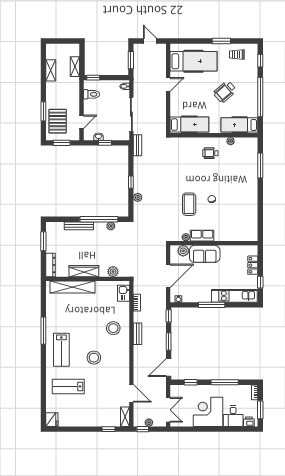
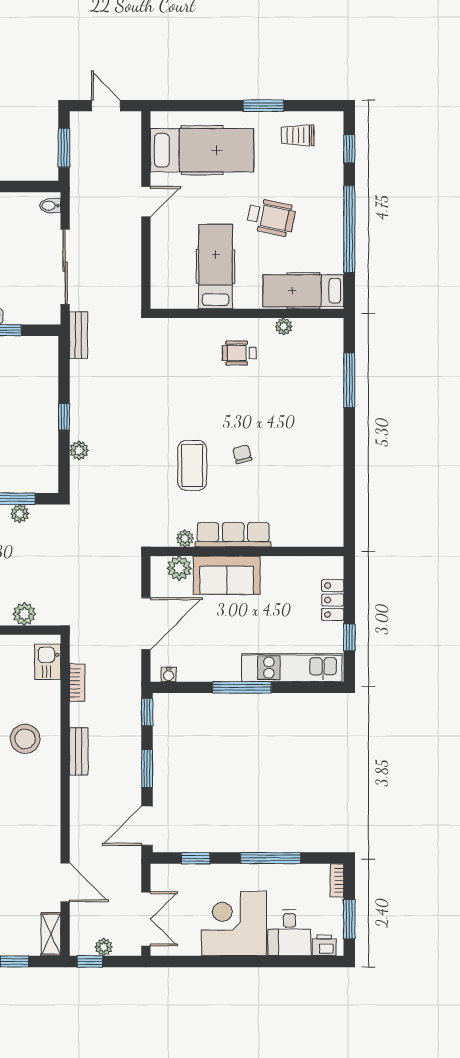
wheelchair: (225, 92) -> (271, 217), turned -127
hospital bed: (189, 125) -> (215, 267), moved, turned -90
row of seats: (202, 236) -> (233, 535), width x1.48

